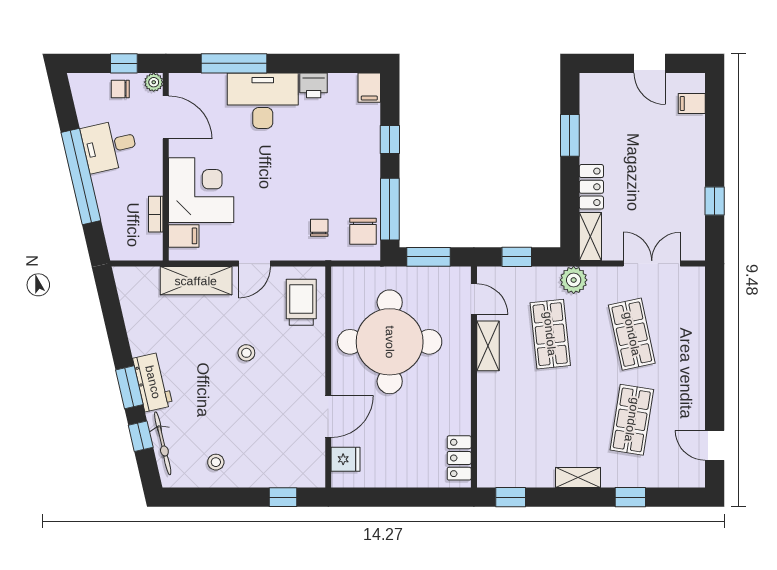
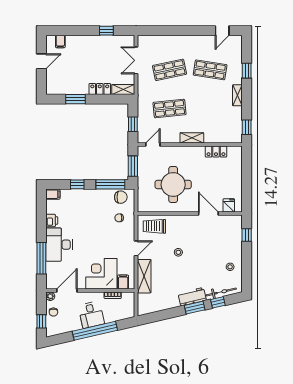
window: (124, 63) -> (41, 321), moved
desk: (110, 146) -> (91, 315), moved
door: (255, 264) -> (136, 248), hinge flipped
plant: (574, 280) -> (144, 97), removed
round table: (390, 342) -> (173, 185), width x0.73, depth x0.73
shelving: (488, 346) -> (192, 138), moved
locker: (459, 458) -> (216, 152), moved

